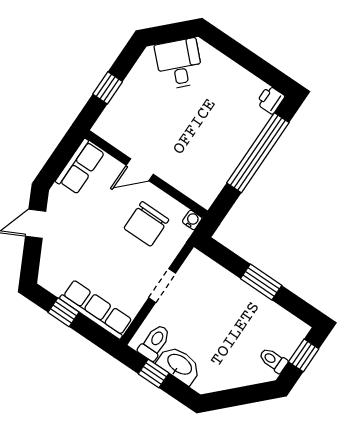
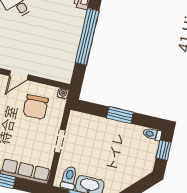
toilet: (273, 360) -> (152, 134), moved

